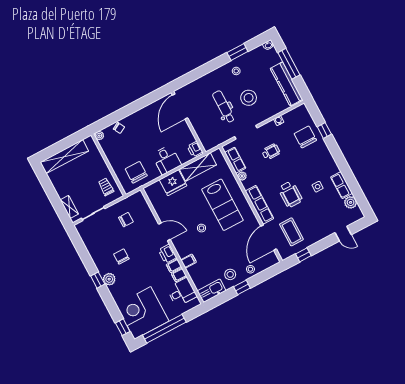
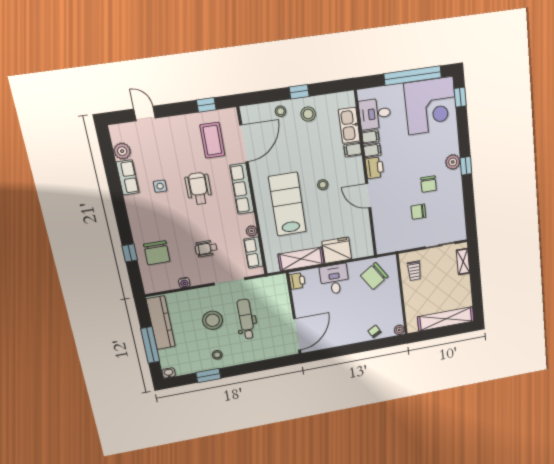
dental chair: (224, 107) -> (246, 319), turned 180
chair: (136, 172) -> (374, 276), turned 57
chair: (126, 220) -> (418, 212), moved
kitchen sink: (212, 291) -> (349, 125), moved, turned 90

